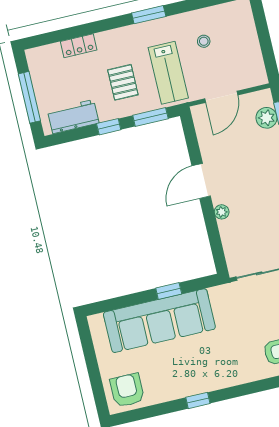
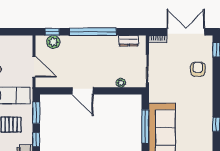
plant: (222, 212) -> (121, 83), moved
window: (169, 291) -> (145, 126), width x2.17

